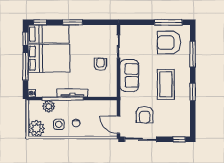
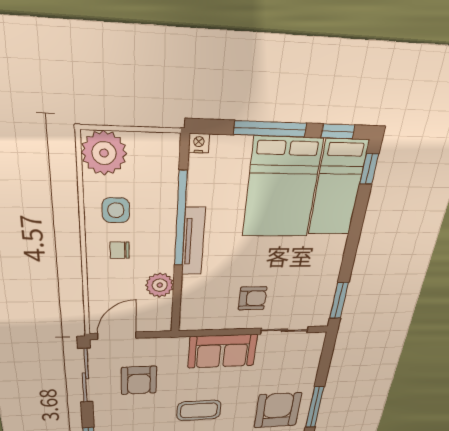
window: (73, 22) -> (339, 301), moved
coffee table: (166, 84) -> (199, 410), width x0.73, depth x0.76
plant: (49, 106) -> (160, 285), moved
armchair: (145, 115) -> (139, 380), turned -90

